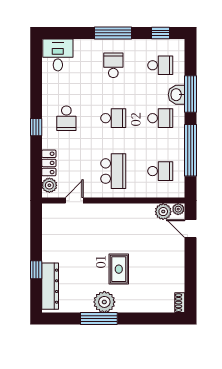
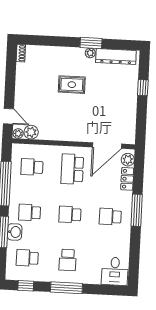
school desk: (66, 118) -> (110, 217), turned -90
window: (36, 127) -> (137, 210), width x2.17
door: (74, 200) -> (107, 145), width x1.88
rug: (119, 269) -> (72, 85), turned 90
dresser: (50, 286) -> (116, 56), moved, turned -90
plant: (104, 302) -> (90, 53), width x0.53, depth x0.53
window: (99, 319) -> (91, 43), width x0.69

